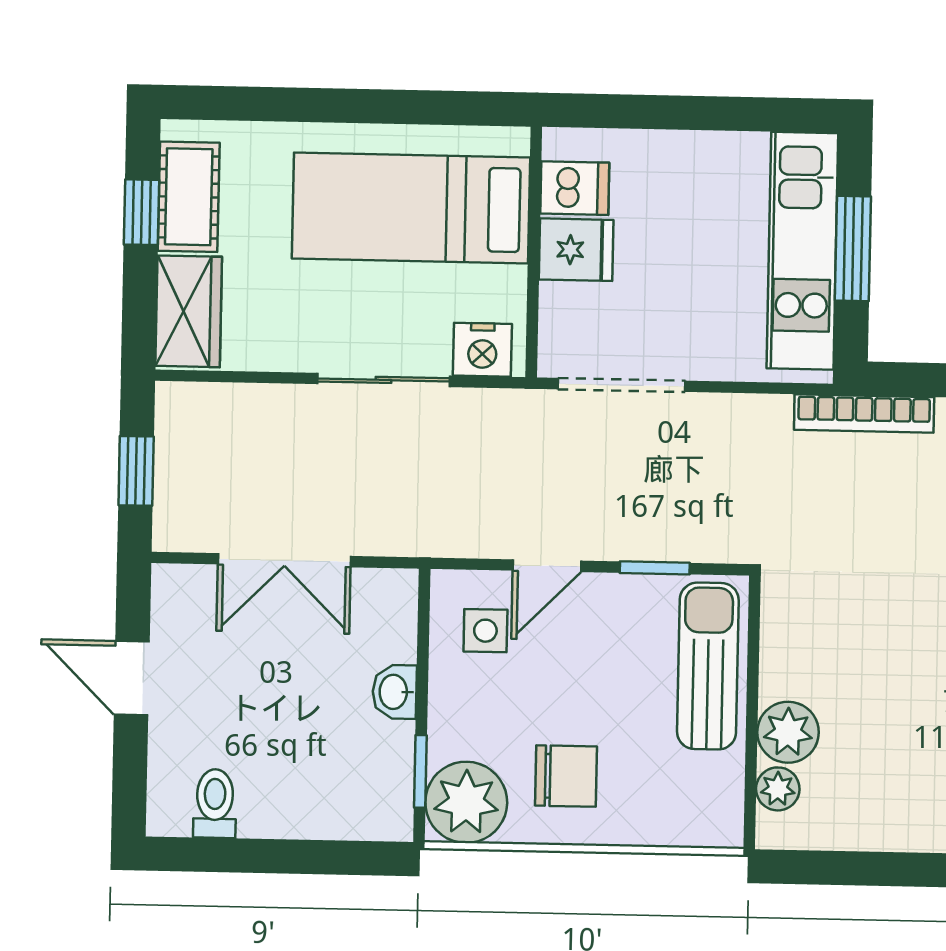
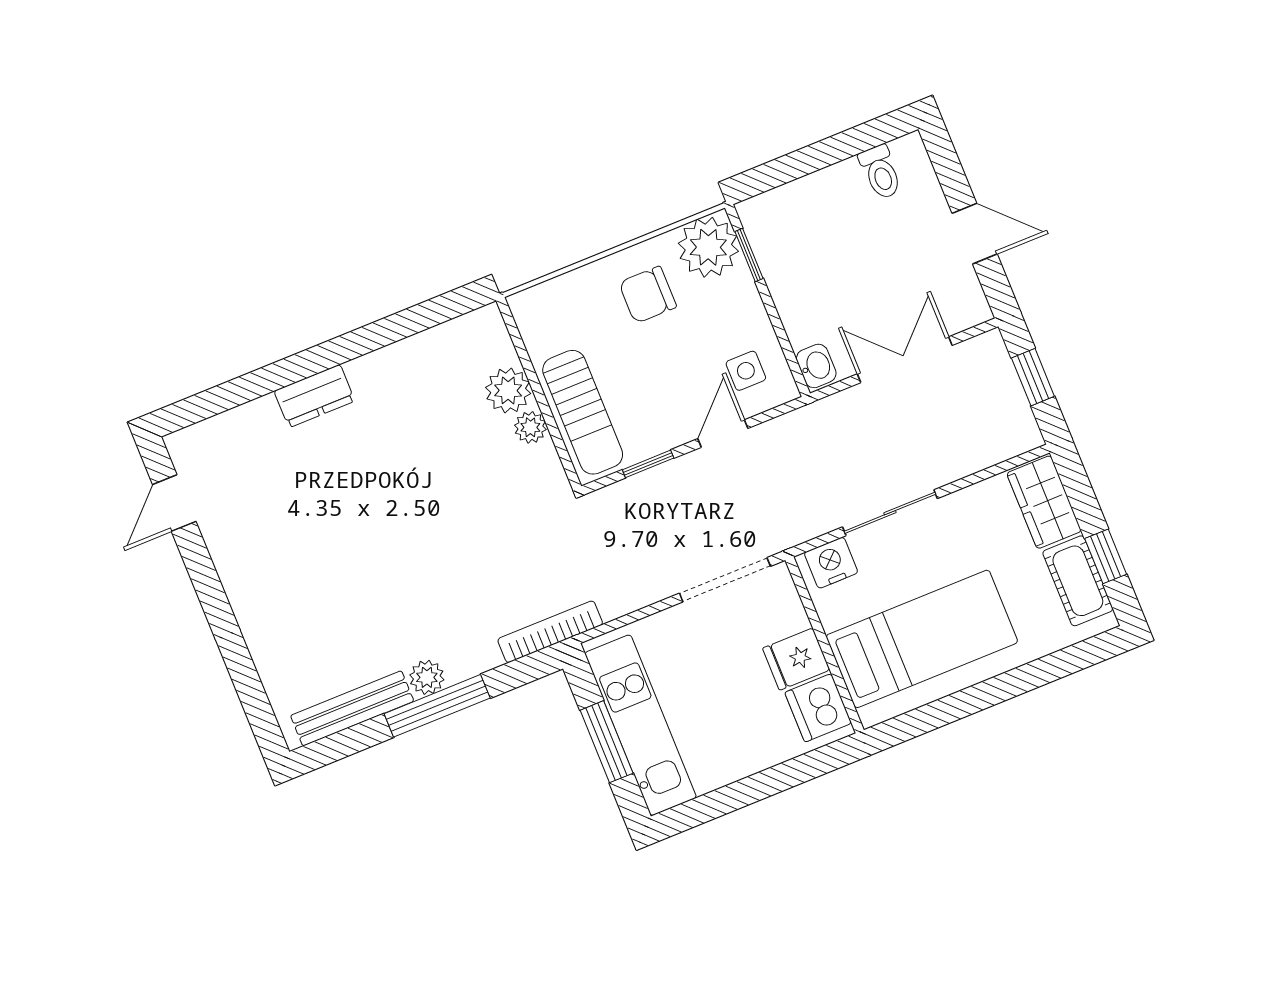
dishwasher: (575, 188) -> (818, 708), width x1.38
washbasin: (395, 692) -> (816, 366), moved
plant: (778, 789) -> (530, 427), moved

